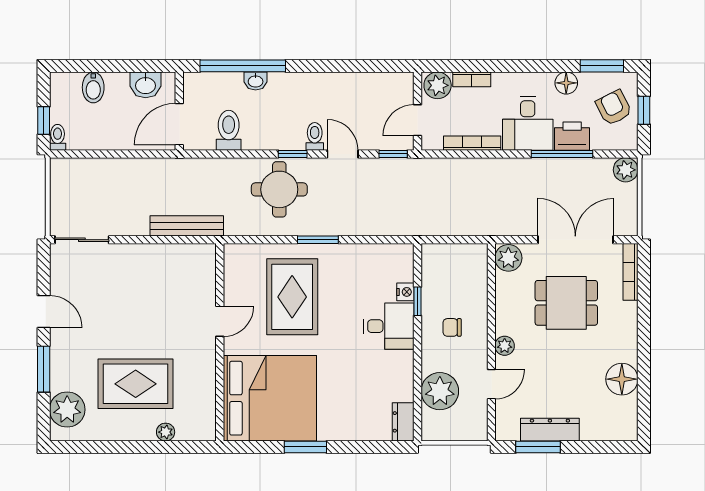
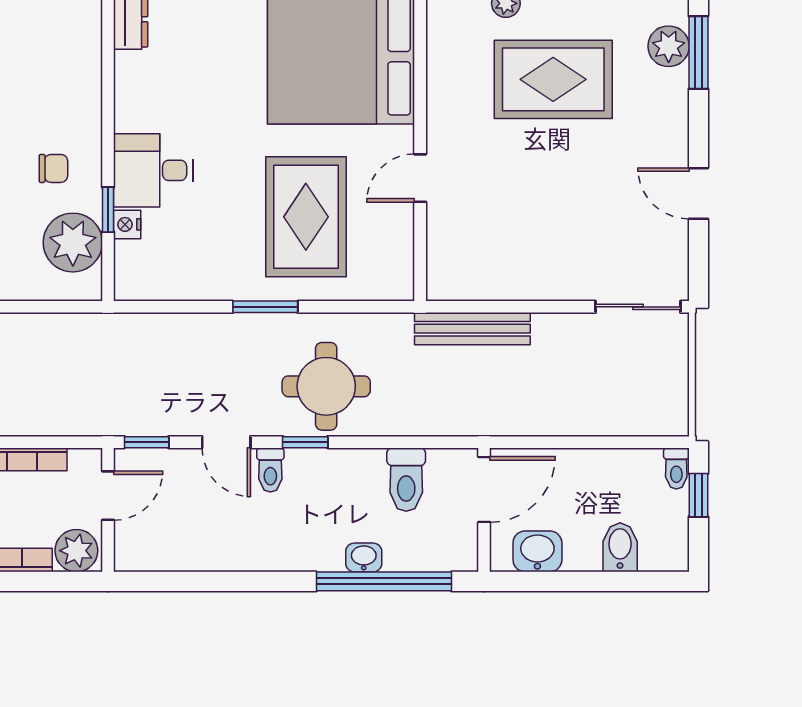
window: (44, 369) -> (698, 52), moved
plant: (440, 391) -> (73, 243), moved
plant: (67, 410) -> (669, 46), width x0.73, depth x0.73

